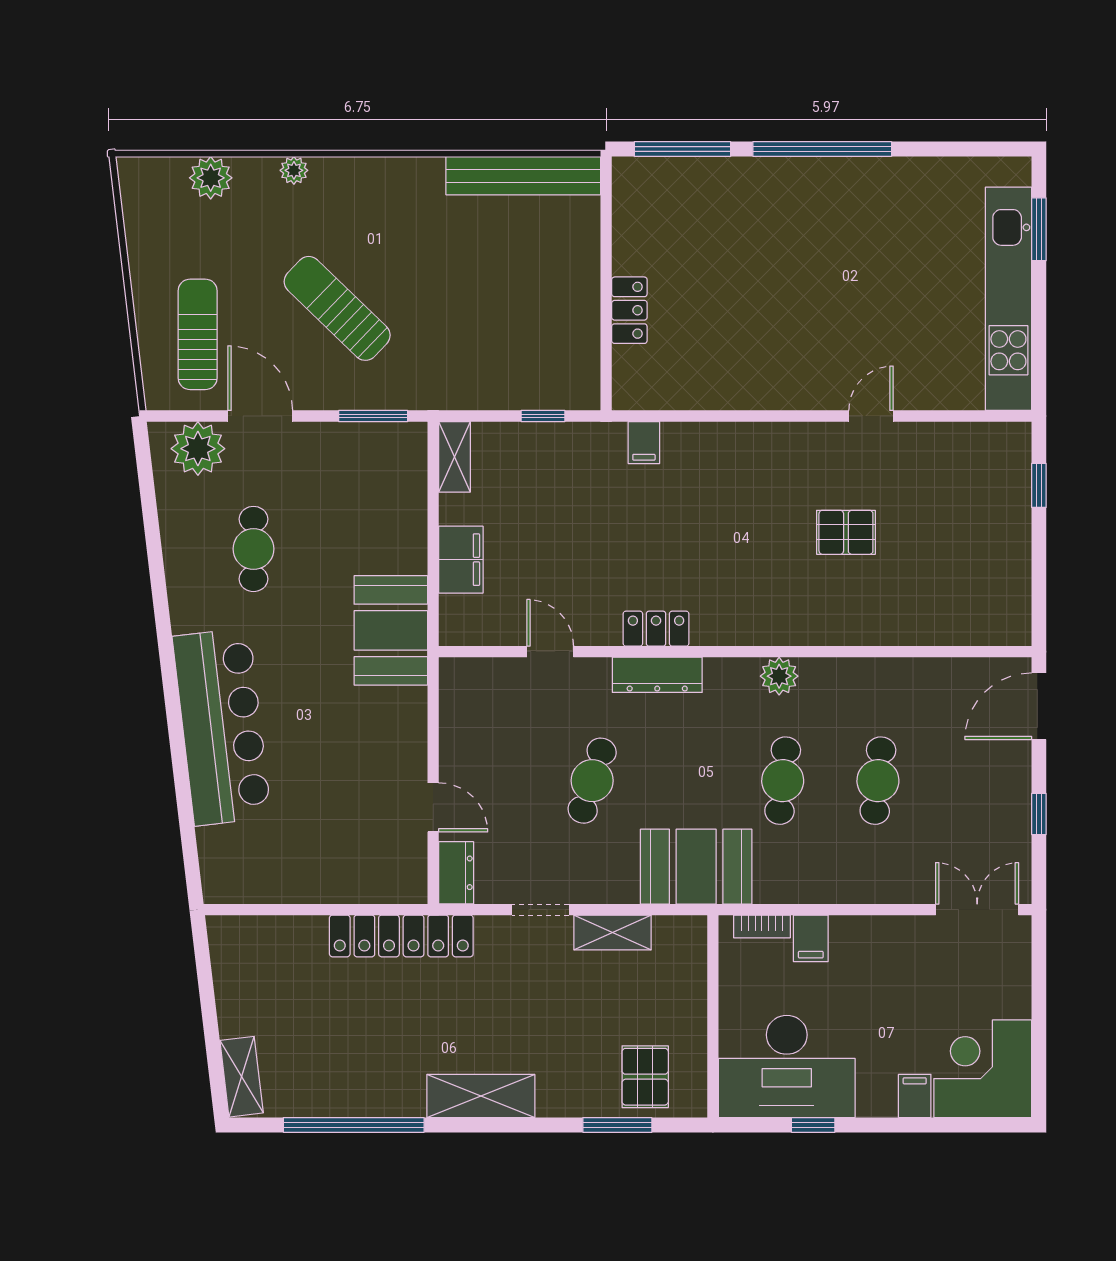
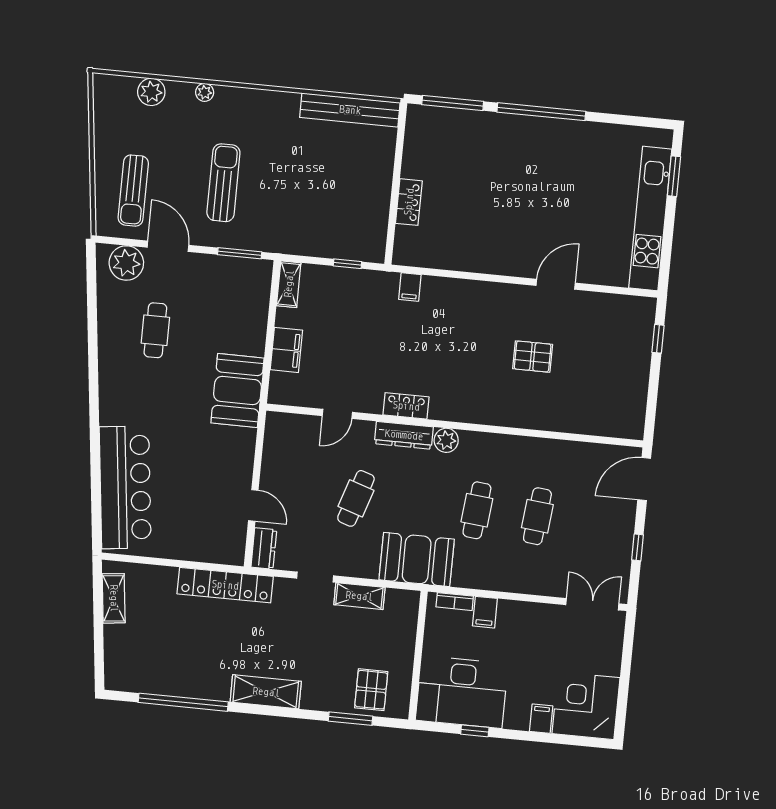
sun lounger: (337, 308) -> (223, 183), turned 46
sun lounger: (198, 334) -> (133, 191), turned 180
door: (871, 416) -> (556, 284), width x1.38
door: (550, 652) -> (337, 414), swing flipped
plant: (779, 676) -> (446, 440), moved
bar counter: (222, 727) -> (125, 487), moved
shelving: (242, 1077) -> (114, 598), moved

